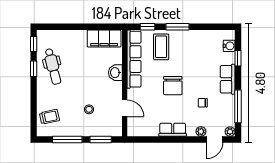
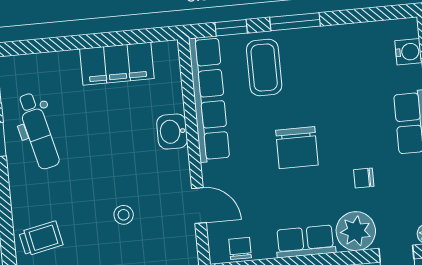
filing cabinet: (104, 39) -> (117, 64), moved
chair: (142, 130) -> (240, 248), added
plant: (201, 131) -> (356, 231), width x1.88, depth x1.88

